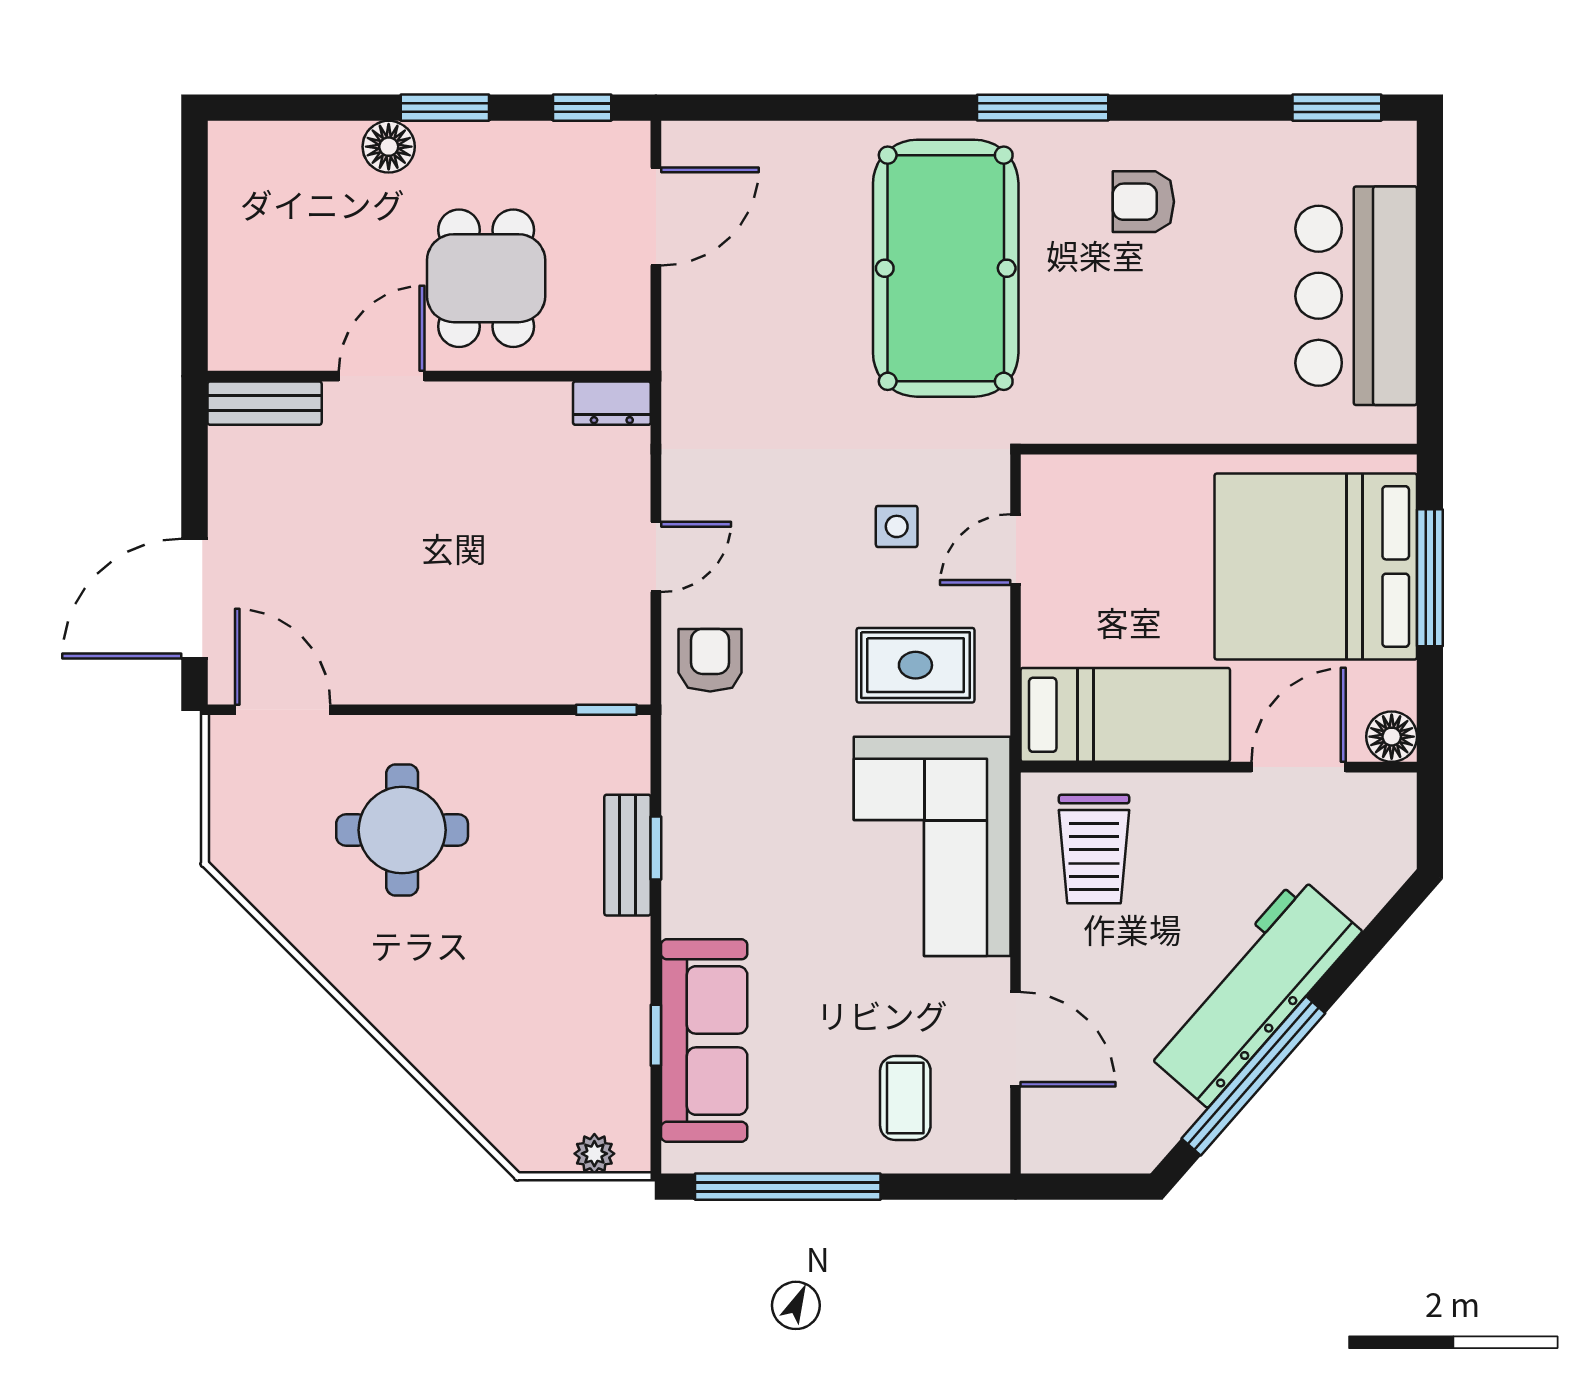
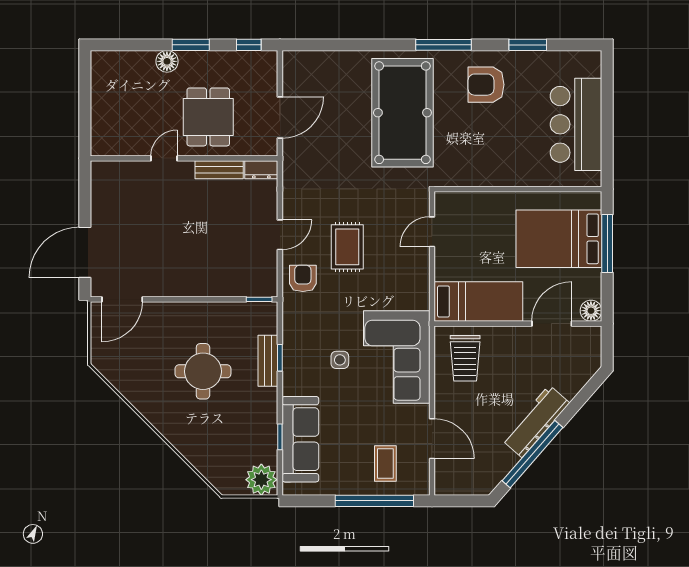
window: (1337, 108) -> (528, 45), moved
armchair: (1143, 202) -> (486, 85), width x1.38, depth x1.38
door: (656, 217) -> (280, 117), moved
door: (382, 376) -> (164, 158), width x0.73
bench: (265, 403) -> (219, 170), moved
side table: (897, 526) -> (340, 360), moved
bed: (1316, 567) -> (559, 239), width x0.73
rug: (915, 665) -> (347, 247), moved, turned 90
door: (283, 710) -> (122, 299), swing flipped
round table: (402, 830) -> (203, 371), moved
workbench: (1253, 992) -> (536, 421), width x0.73, depth x0.76
plant: (594, 1154) -> (261, 480), width x1.88, depth x1.88
window: (788, 1187) -> (374, 501), moved

